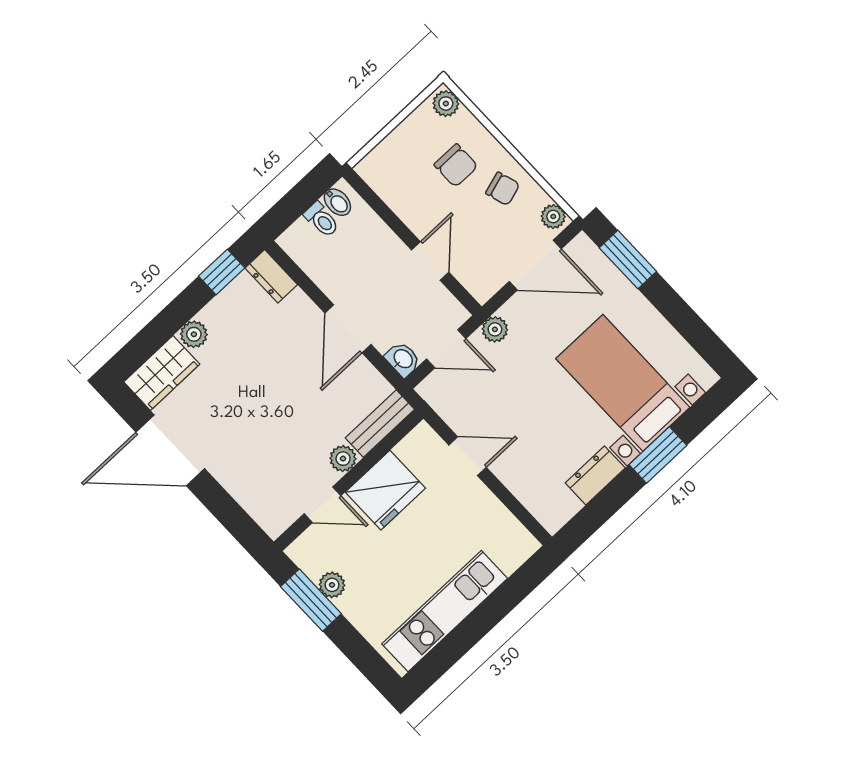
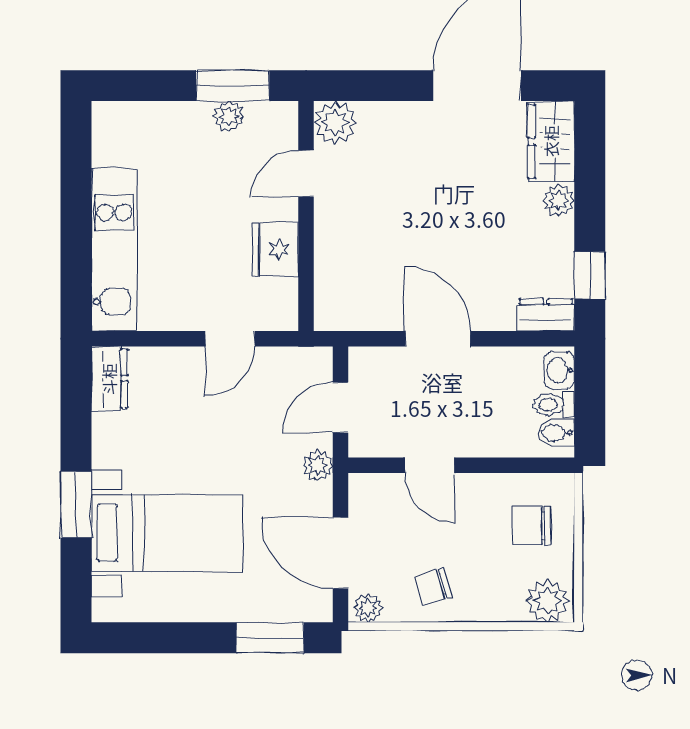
plant: (446, 104) -> (548, 601), width x1.38, depth x1.38
chair: (456, 165) -> (531, 526), moved
door: (535, 265) -> (341, 553), hinge flipped
washbasin: (403, 359) -> (559, 370), moved, turned 90
bench: (380, 424) -> (330, 289), removed
plant: (343, 459) -> (335, 122), moved, width x1.38, depth x1.38
dresser: (595, 475) -> (109, 379), moved
fridge: (385, 490) -> (275, 249), width x0.73, depth x0.75
kitchen unit: (445, 611) -> (114, 250), moved

